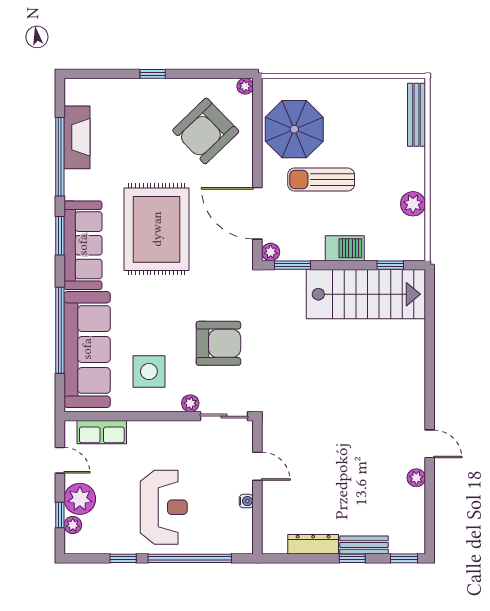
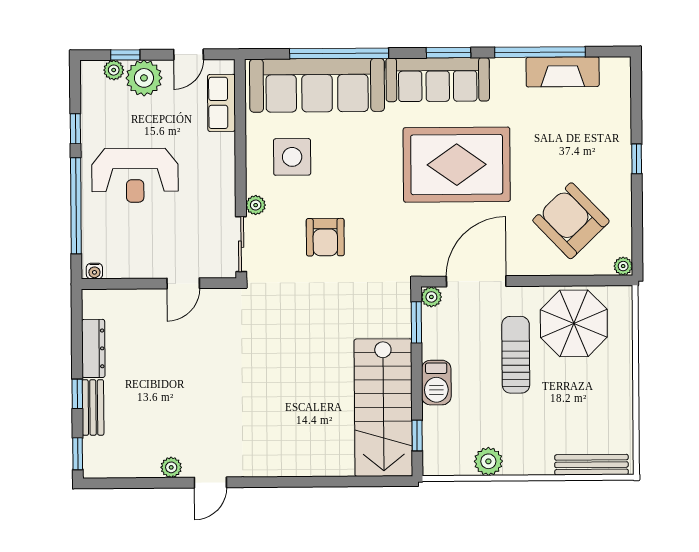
armchair: (218, 343) -> (325, 237), width x0.73, depth x0.73
water cooler: (246, 501) -> (94, 271), moved

